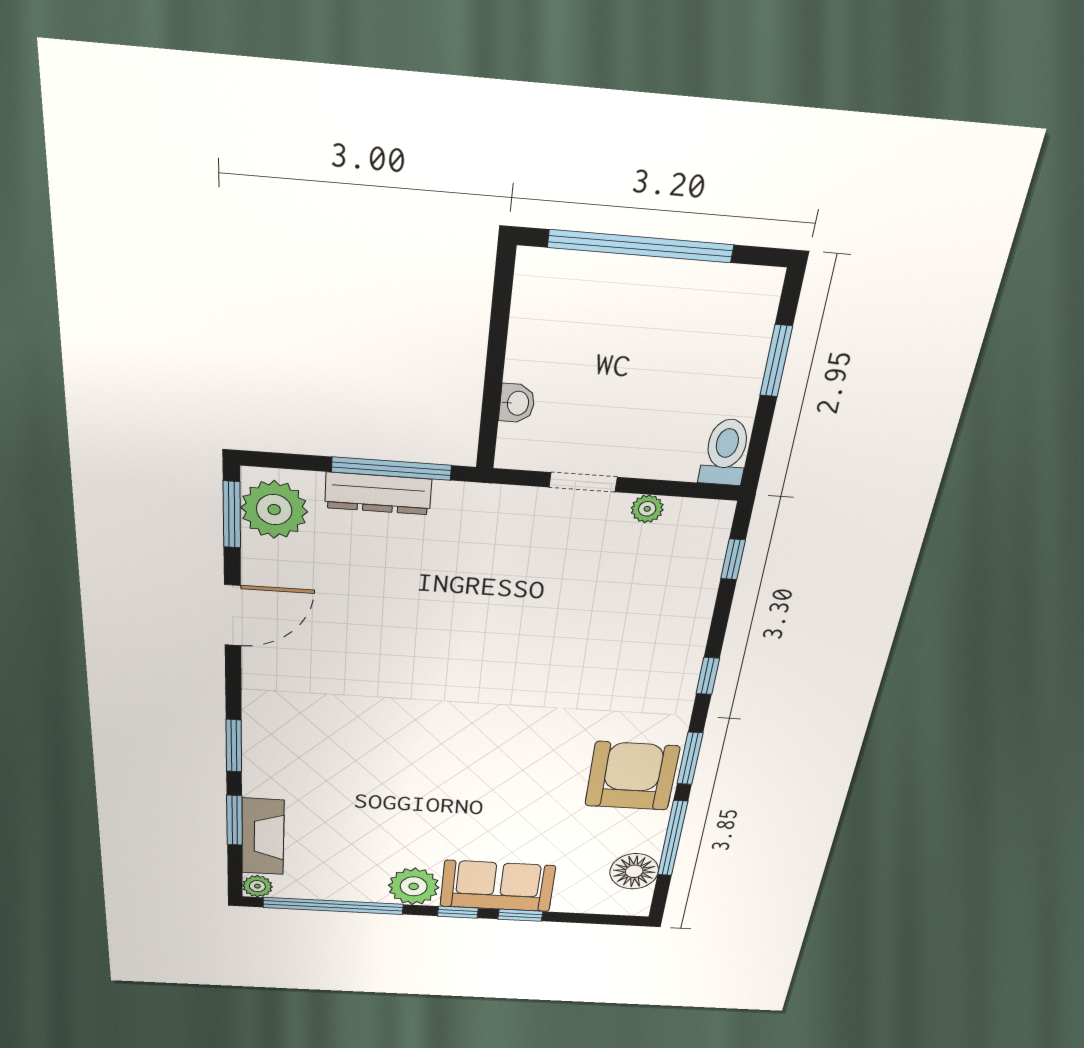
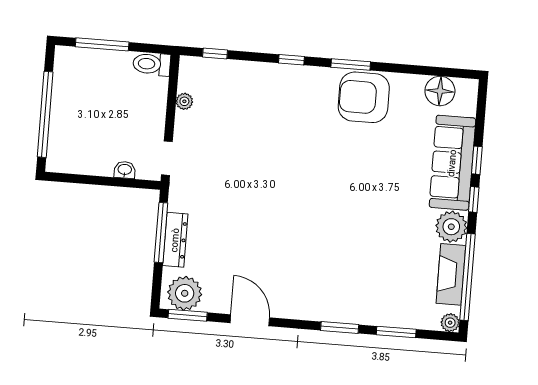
window: (776, 361) -> (102, 44), width x1.44
doorway: (583, 482) -> (167, 158), moved
fireplace: (263, 837) -> (451, 274), moved, turned -90
window: (673, 838) -> (413, 69), removed
sofa: (498, 886) -> (452, 163), width x1.36

